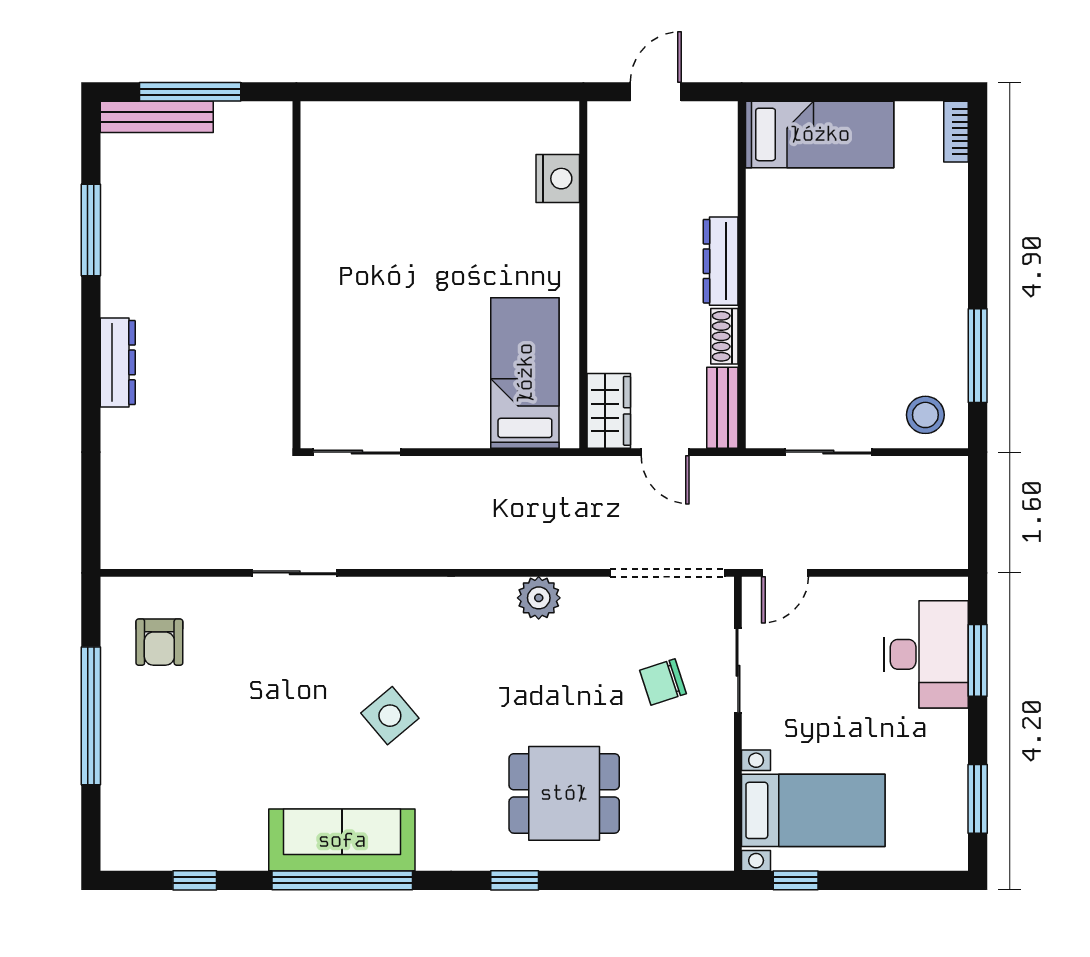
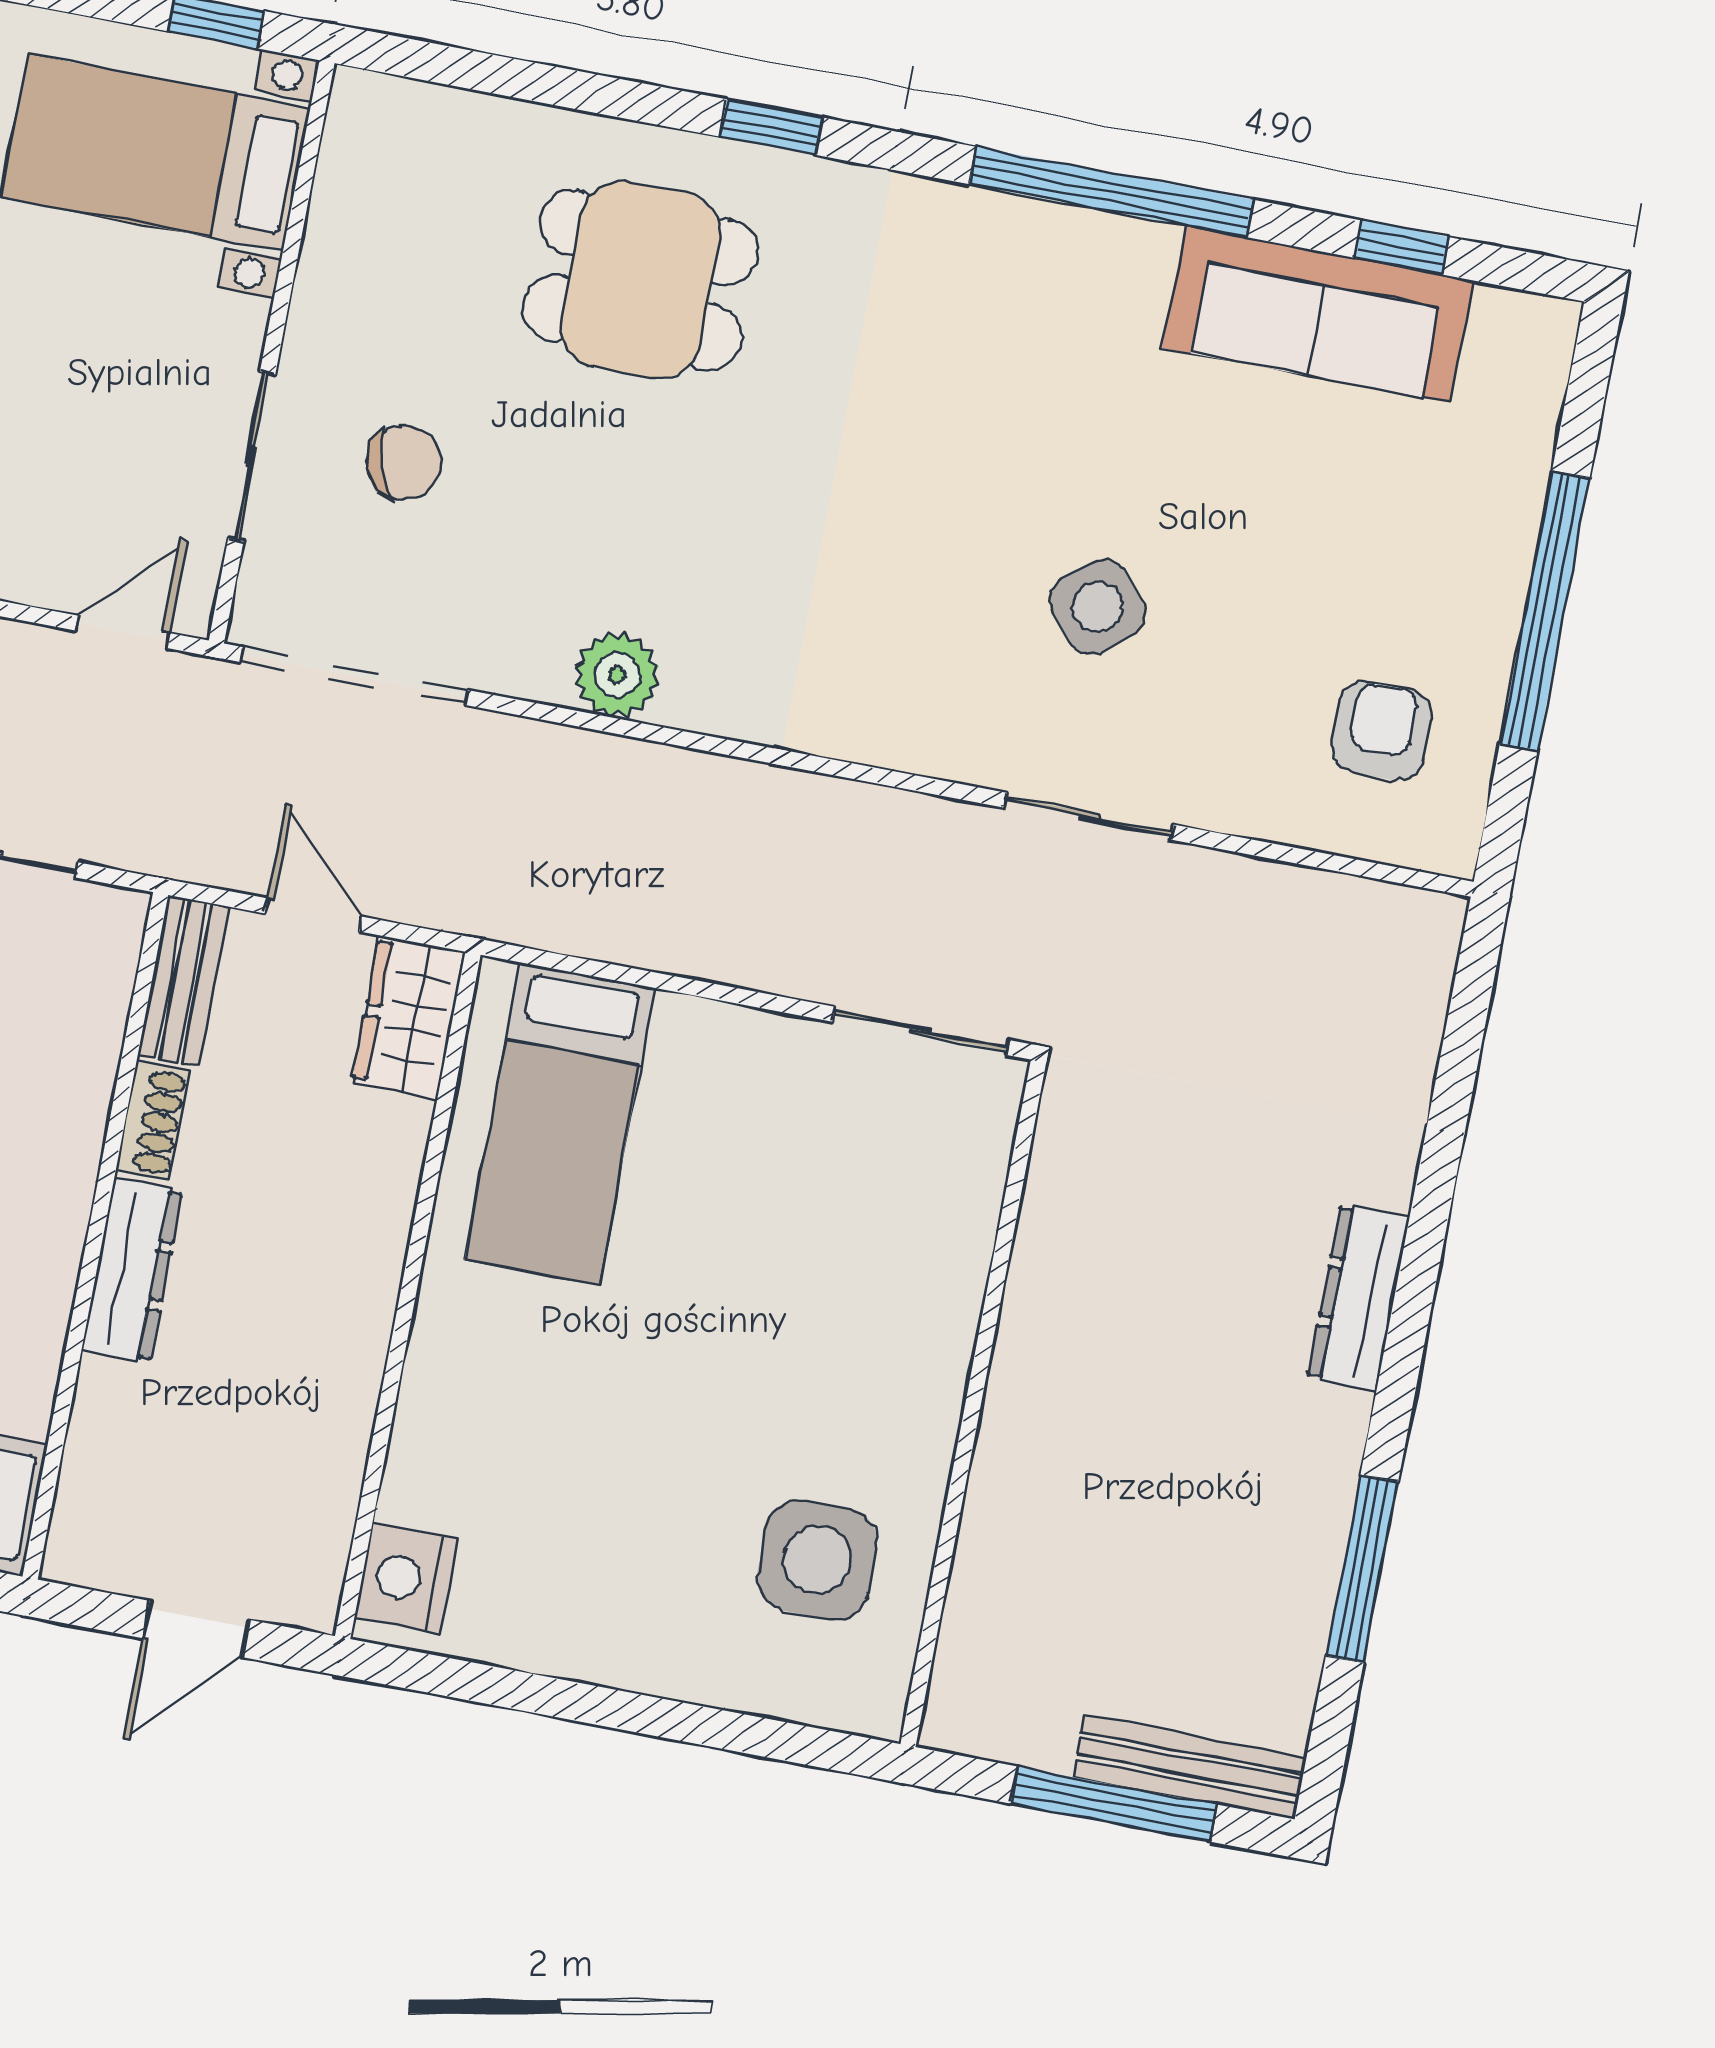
nightstand: (558, 179) -> (406, 1579), moved
side table: (358, 183) -> (817, 1560), added
side table: (390, 716) -> (1098, 607), moved
sofa: (342, 840) -> (1318, 314), moved

